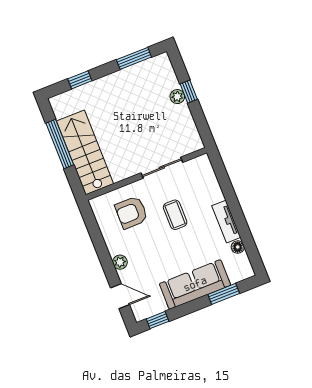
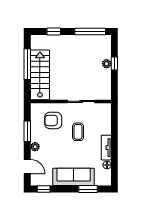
window: (134, 58) -> (90, 32), width x1.44
window: (99, 244) -> (27, 131), added

